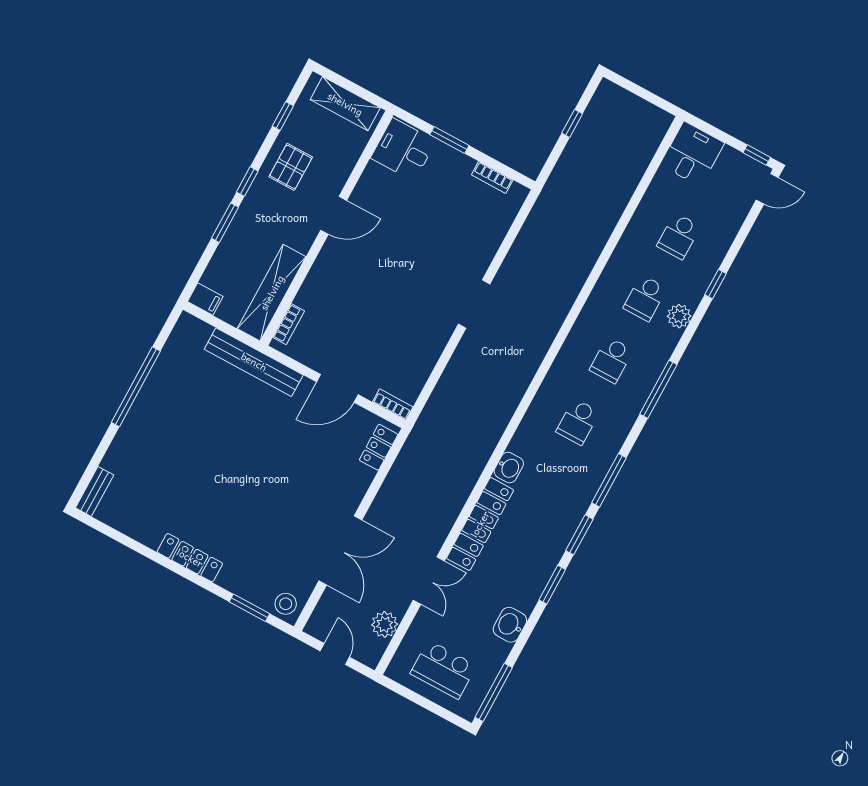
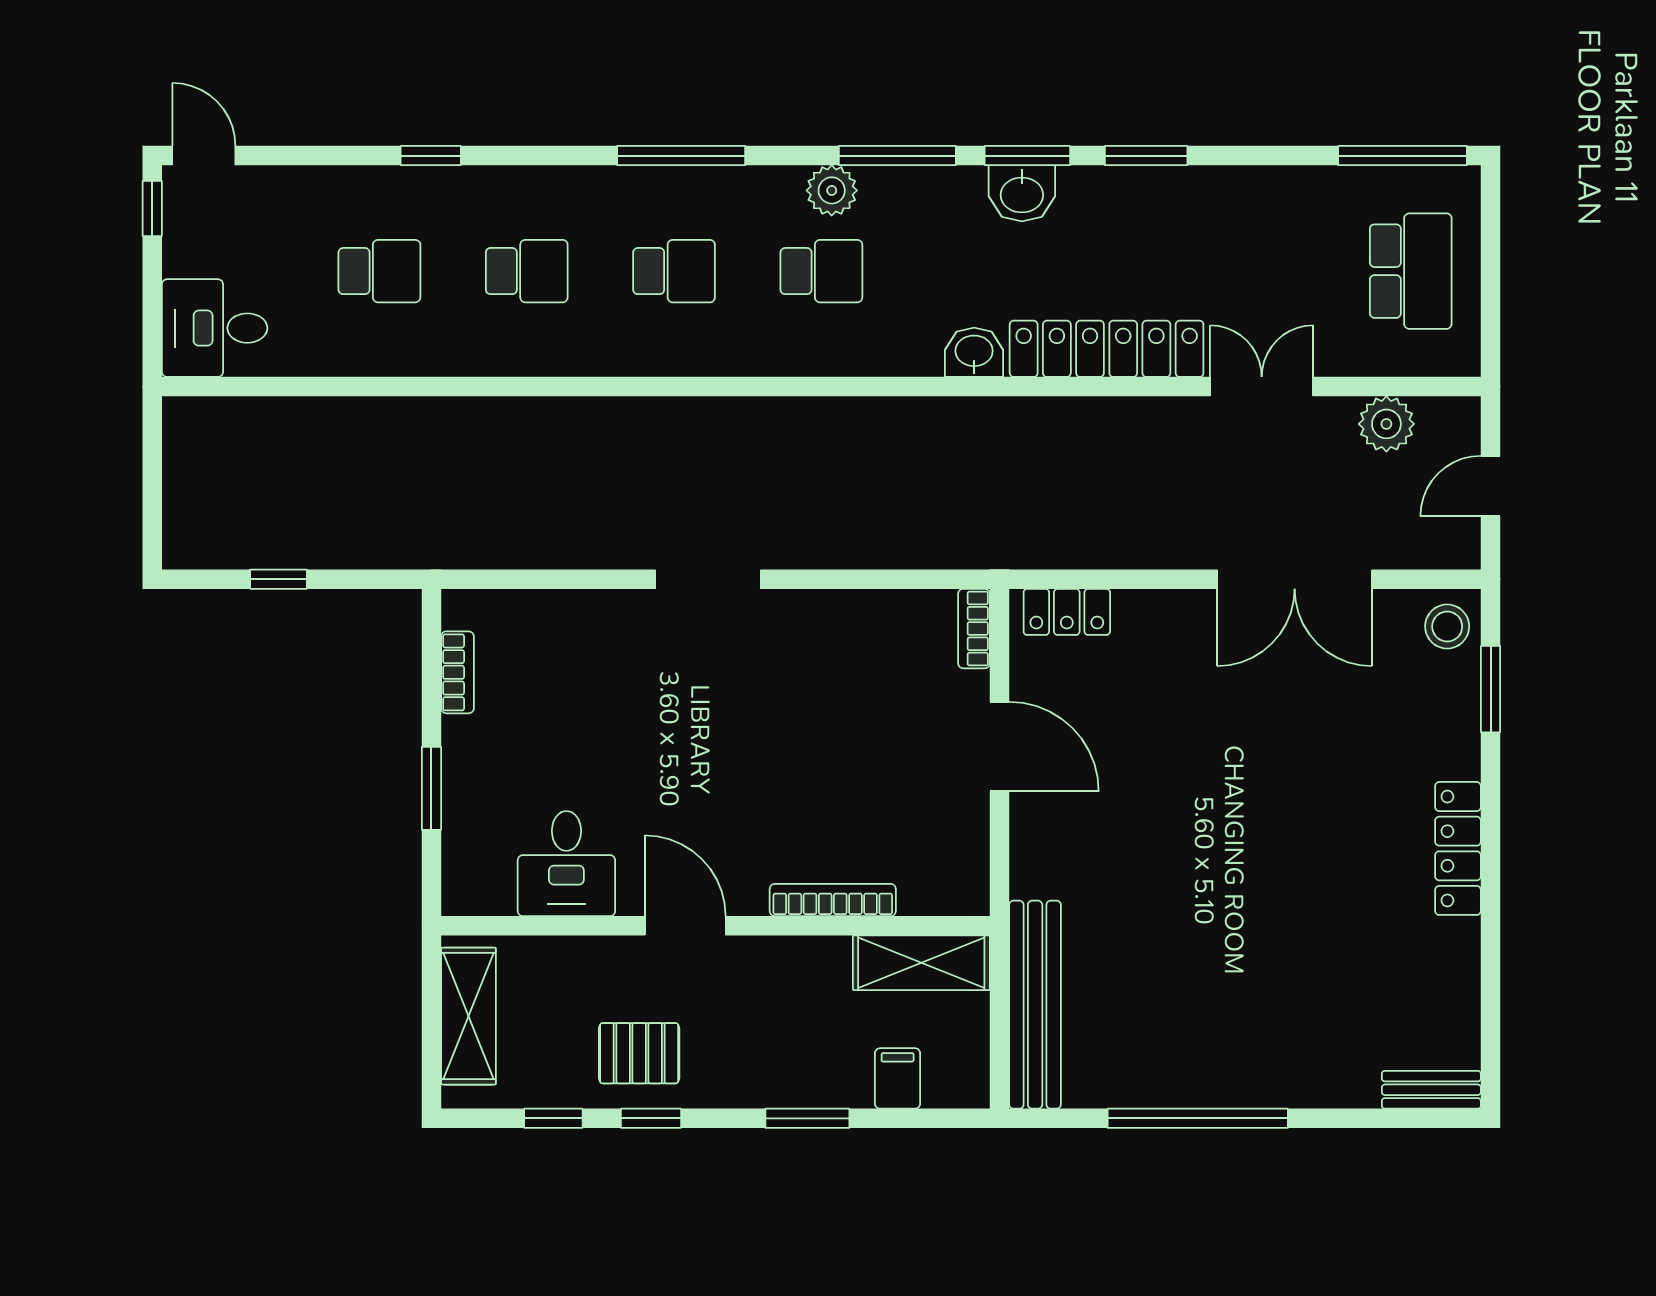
desk: (403, 150) -> (566, 864), moved
window: (247, 182) -> (651, 1118), moved
shelving: (272, 293) -> (921, 963), width x0.68
filing cabinet: (205, 299) -> (898, 1078), moved
plant: (679, 316) -> (832, 190), moved
bookcase: (289, 324) -> (833, 900), moved, width x1.56
bench: (254, 362) -> (1035, 1005), moved
double door: (340, 550) -> (1295, 579), swing flipped
washbasin: (510, 625) -> (1022, 193), moved

